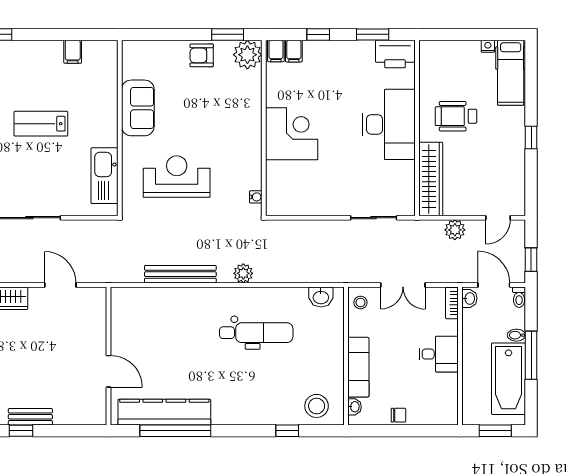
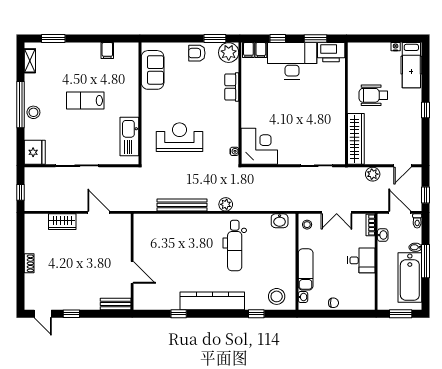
row of seats: (252, 104) -> (232, 87), added
sofa: (138, 108) -> (153, 70), moved
desk: (389, 124) -> (292, 61), moved, turned -90
corner desk: (292, 134) -> (259, 146), moved
washbasin: (469, 298) -> (383, 235), moved
dental chair: (256, 333) -> (235, 246), turned 90
kitchen counter: (164, 412) -> (212, 301), moved
bench: (30, 417) -> (116, 304), moved
window: (175, 431) -> (179, 314), width x0.32

